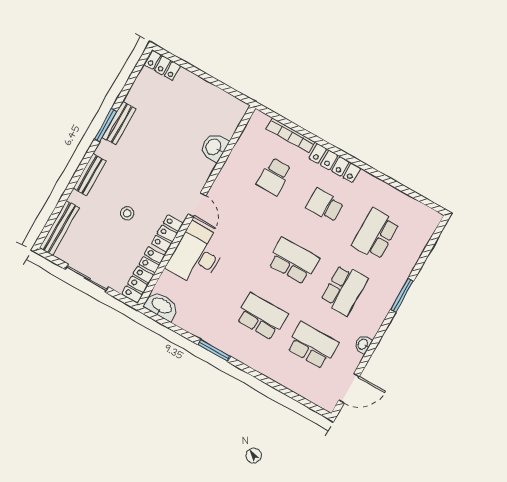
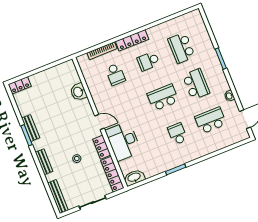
school desk: (262, 317) -> (177, 134), width x0.54

